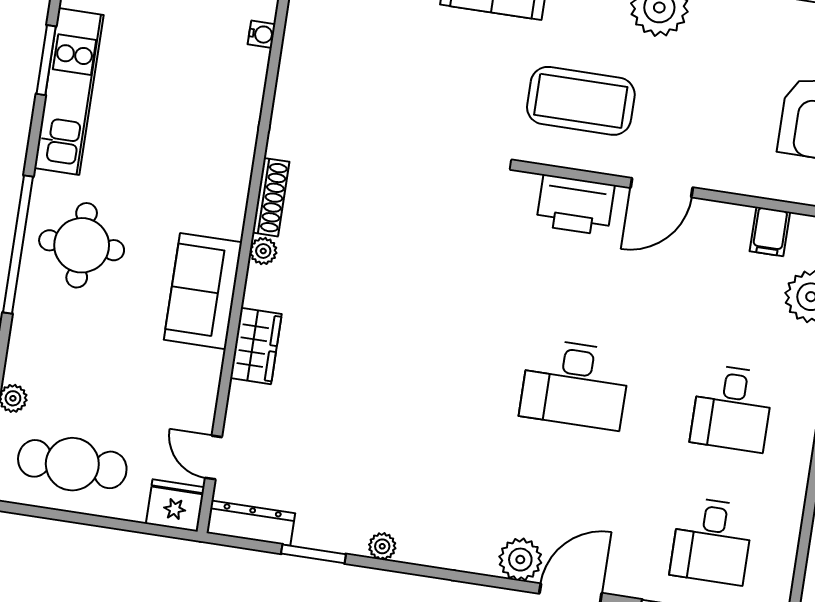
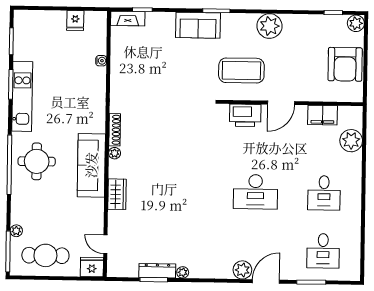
filing cabinet: (770, 231) -> (323, 115), width x2.00
sofa: (203, 291) -> (91, 165), width x1.36
dresser: (251, 523) -> (157, 271), moved

